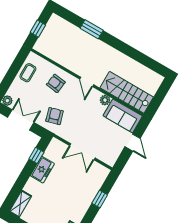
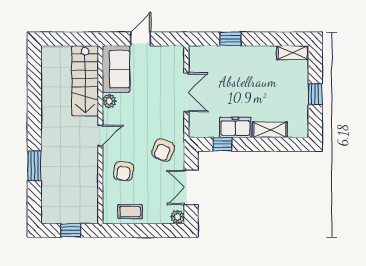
armchair: (55, 116) -> (163, 150), turned -52
shelving: (20, 204) -> (270, 130), moved

